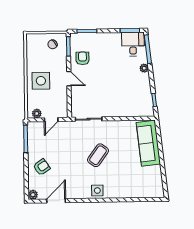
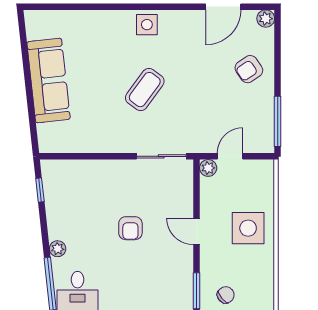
armchair: (83, 58) -> (130, 228), moved
plant: (37, 114) -> (208, 168), moved
sofa: (148, 143) -> (49, 81), moved

